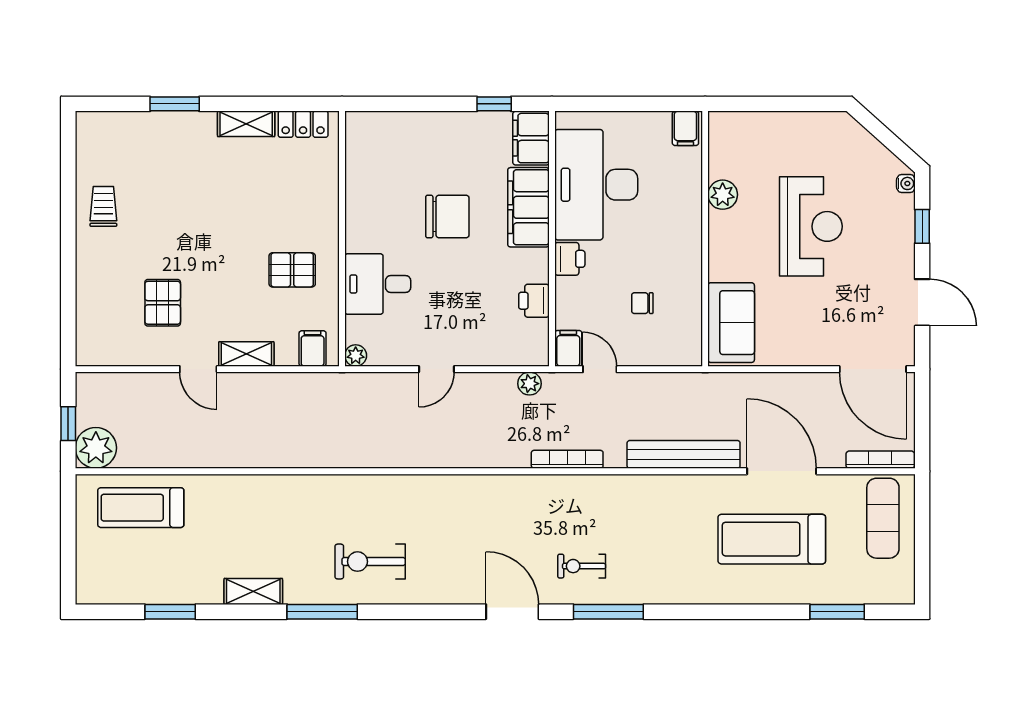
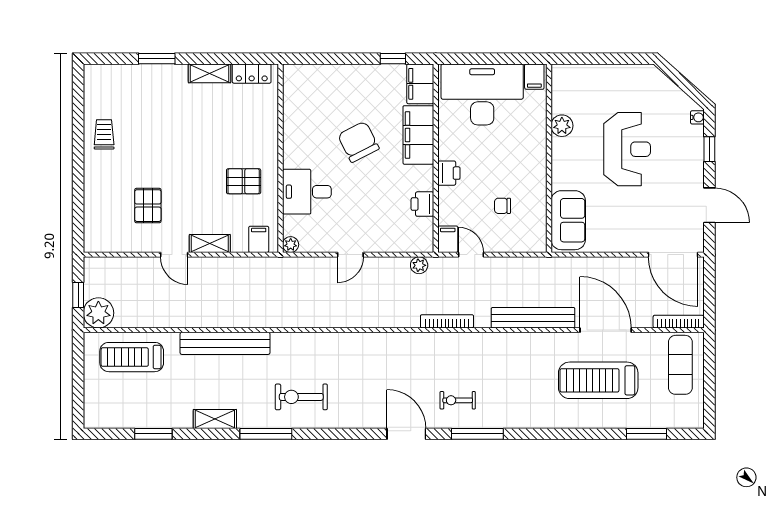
desk: (596, 185) -> (482, 94), moved, turned 90
chair: (447, 217) -> (358, 142), turned -117
bench: (267, 489) -> (225, 343), added

